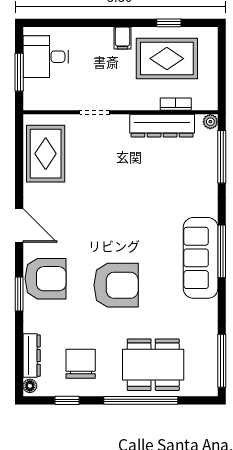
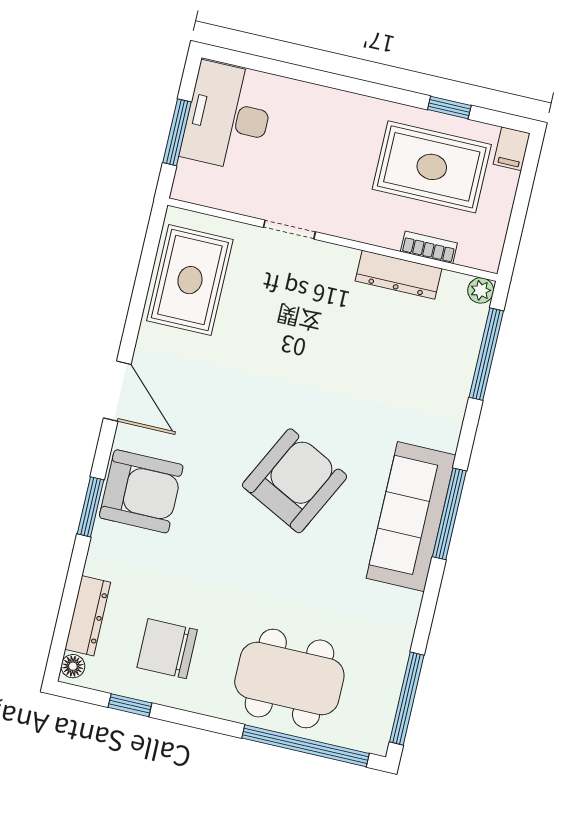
filing cabinet: (123, 38) -> (512, 149), moved
desk: (46, 57) -> (228, 117), width x1.37
dresser: (162, 126) -> (398, 275), width x0.73, depth x0.80
armchair: (116, 285) -> (295, 481), moved, turned -63
chair: (81, 364) -> (167, 649), turned -90
window: (141, 400) -> (306, 746), moved

